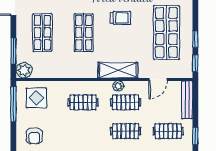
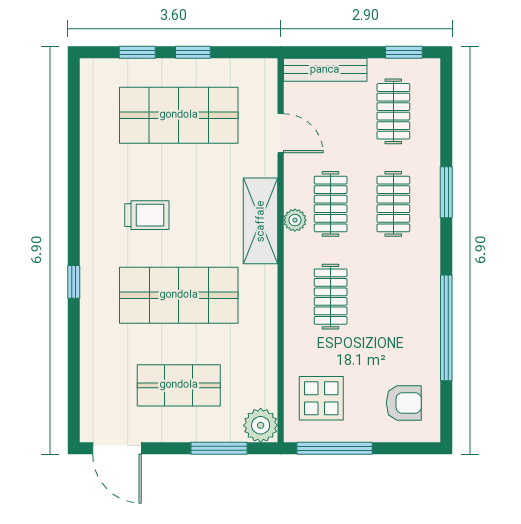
trolley: (121, 18) -> (147, 215), turned 90
shop shelf: (84, 33) -> (179, 295), width x1.43, depth x1.36
window: (195, 63) -> (137, 52), moved

